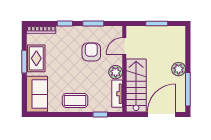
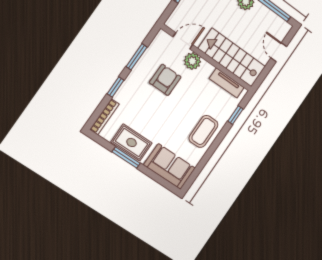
door: (124, 46) -> (183, 41), swing flipped
armchair: (91, 52) -> (165, 80), turned 90
plant: (116, 72) -> (192, 61), moved
door: (162, 114) -> (279, 52), width x0.53

